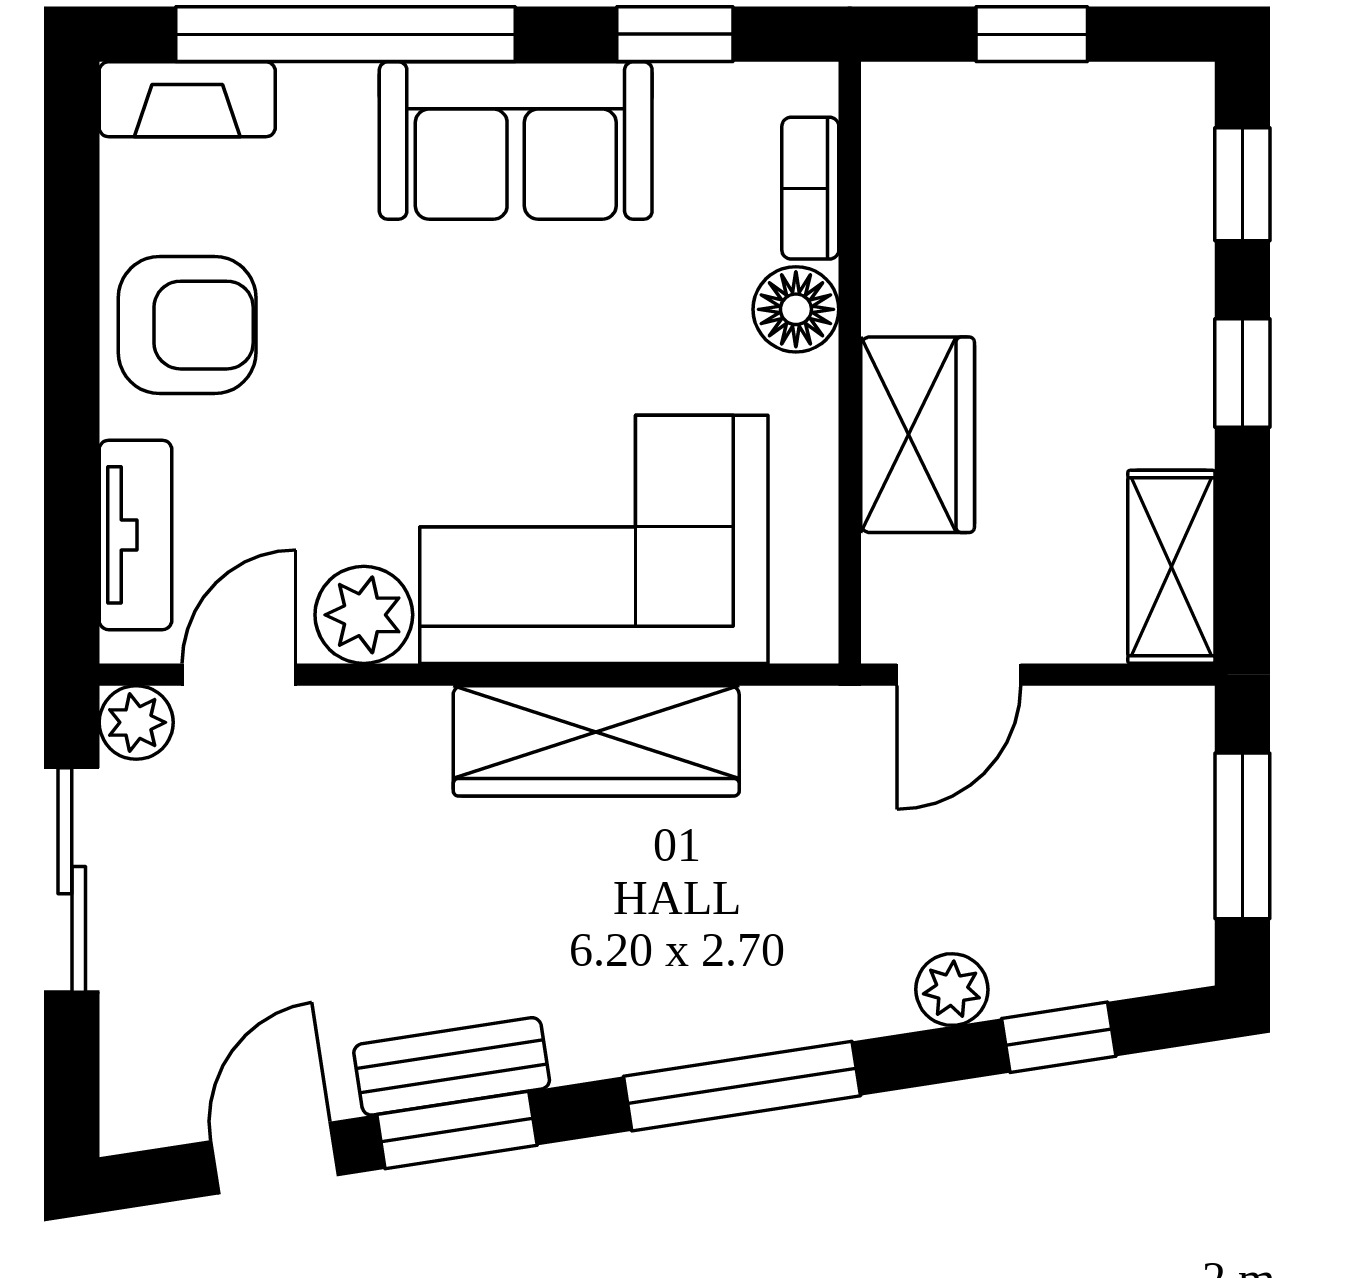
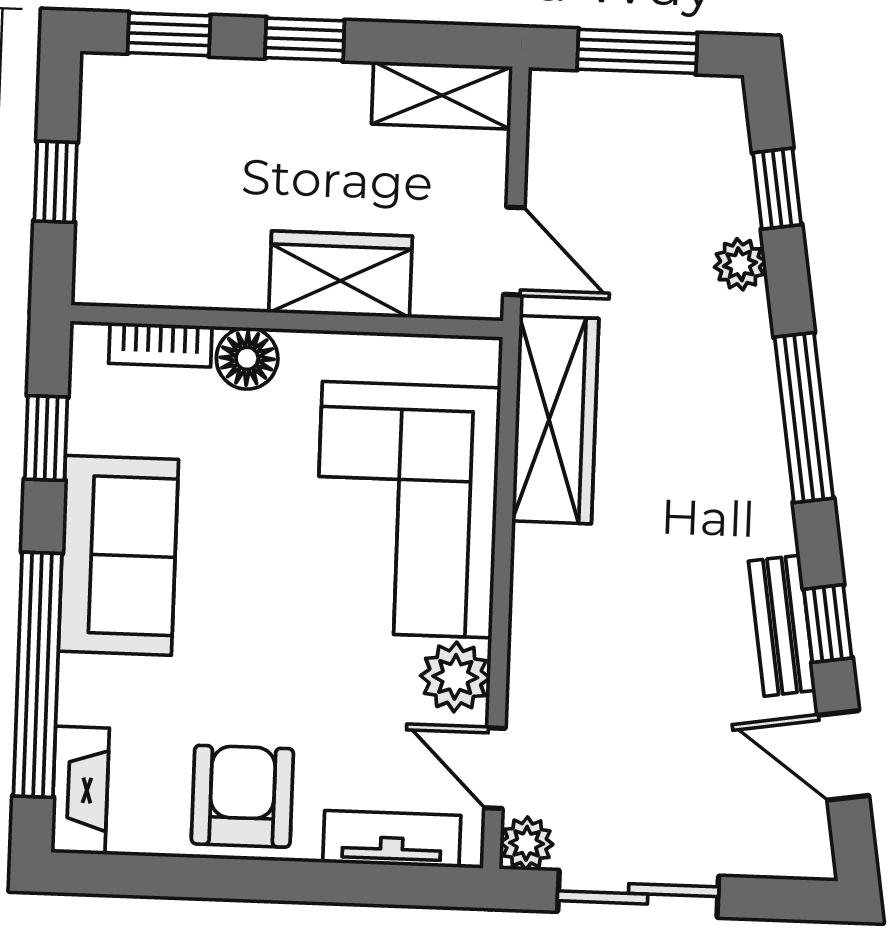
wardrobe: (596, 741) -> (555, 420), moved
window: (457, 1130) -> (828, 624), width x0.67

